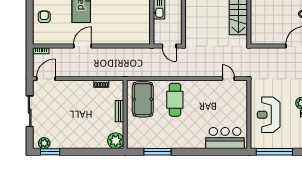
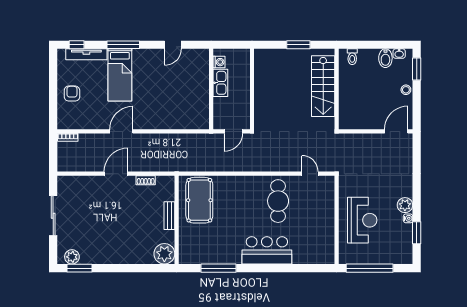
door: (169, 46) -> (233, 131), hinge flipped
door: (46, 79) -> (116, 174), moved
cafe table: (175, 100) -> (278, 201), moved
reception desk: (269, 115) -> (362, 220), turned 180
bar counter: (225, 138) -> (267, 250), moved

